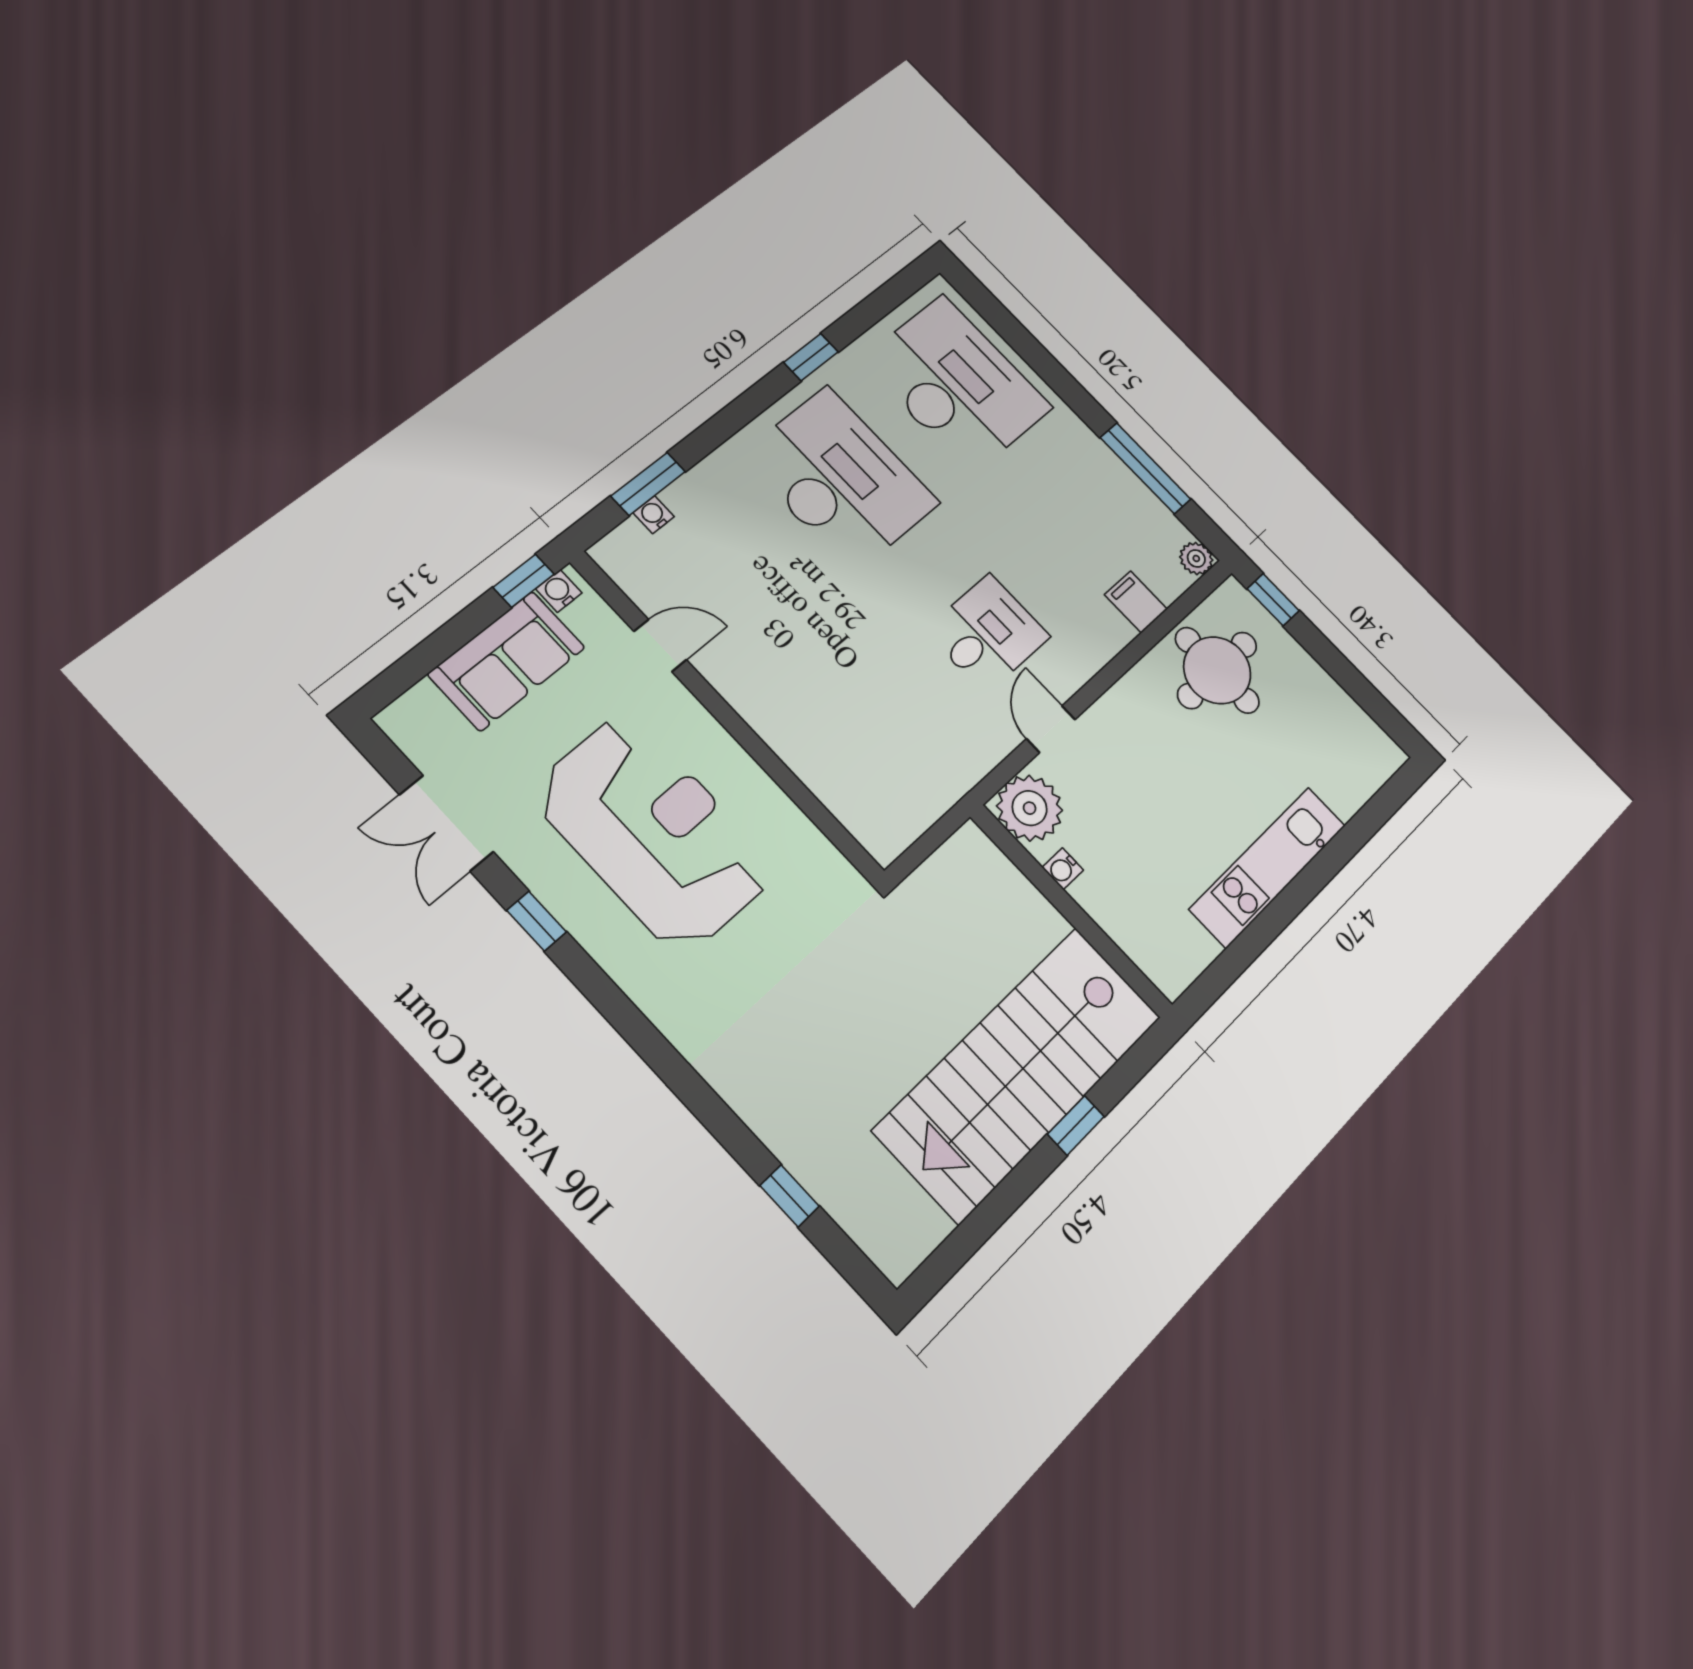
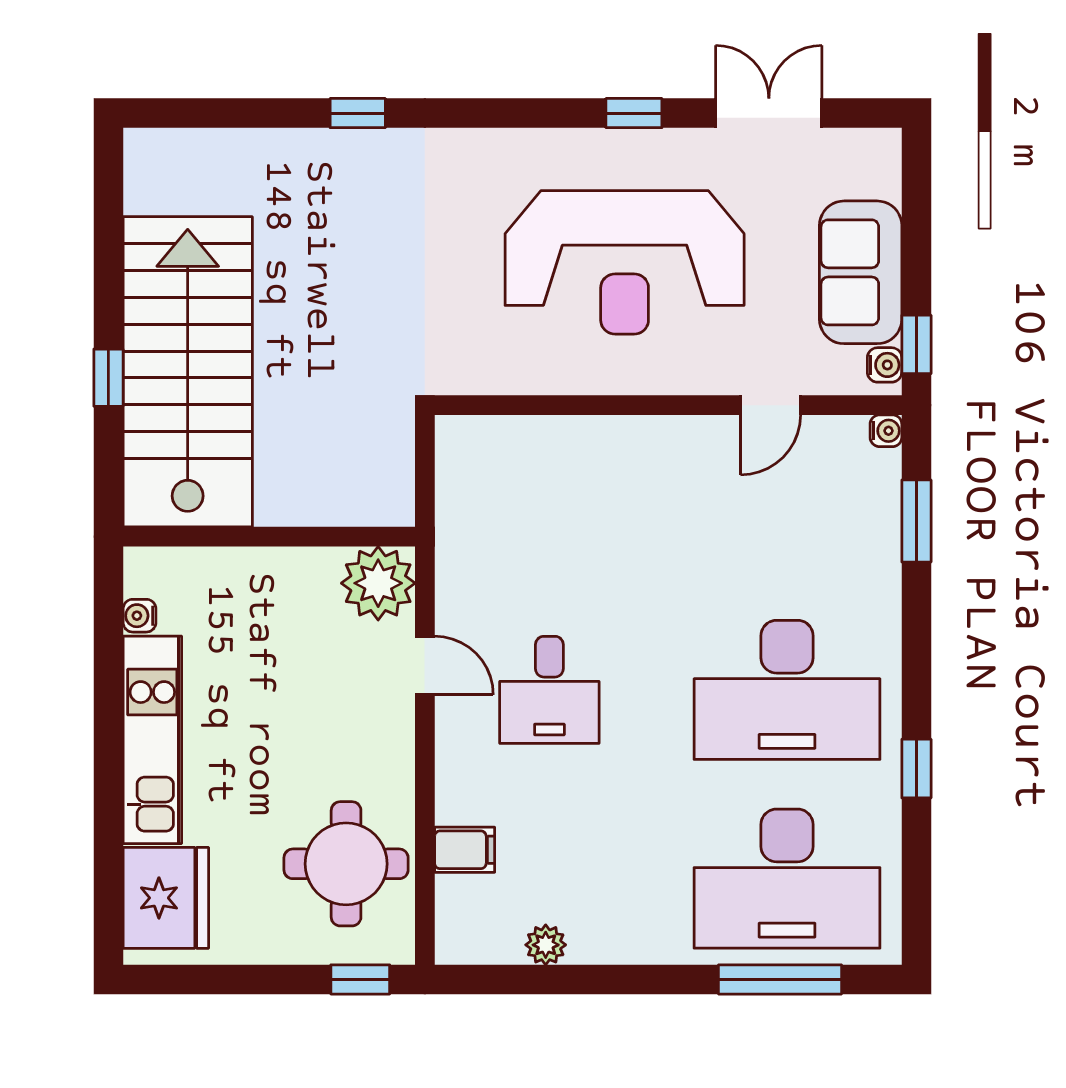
window: (1145, 468) -> (780, 979), moved
water cooler: (654, 515) -> (886, 431), moved
plant: (1196, 558) -> (546, 945), moved
fridge: (1348, 767) -> (166, 898), added
water cooler: (1063, 869) -> (139, 616), moved, turned -90
window: (790, 1196) -> (358, 113), moved

